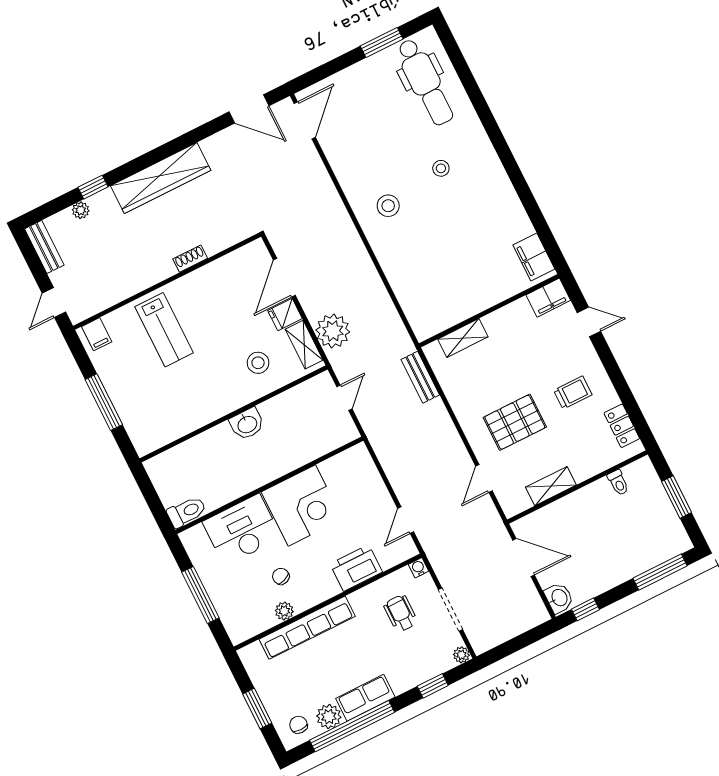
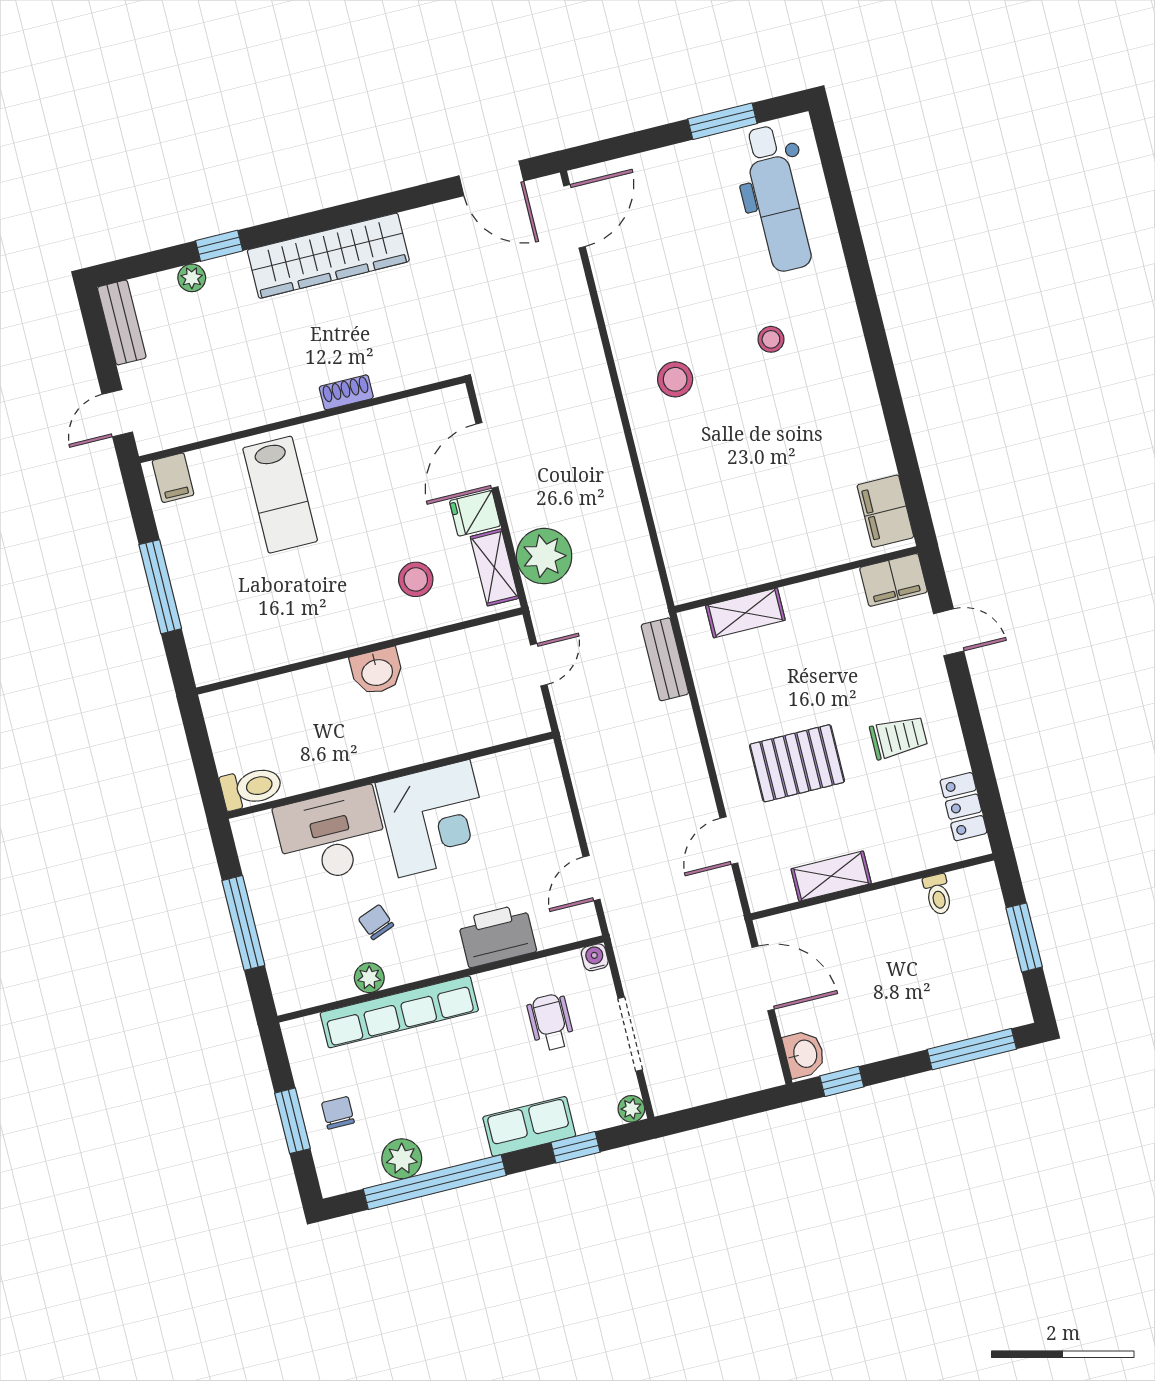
row of seats: (365, 698) -> (529, 1126), moved
chair: (298, 725) -> (338, 1113), moved

